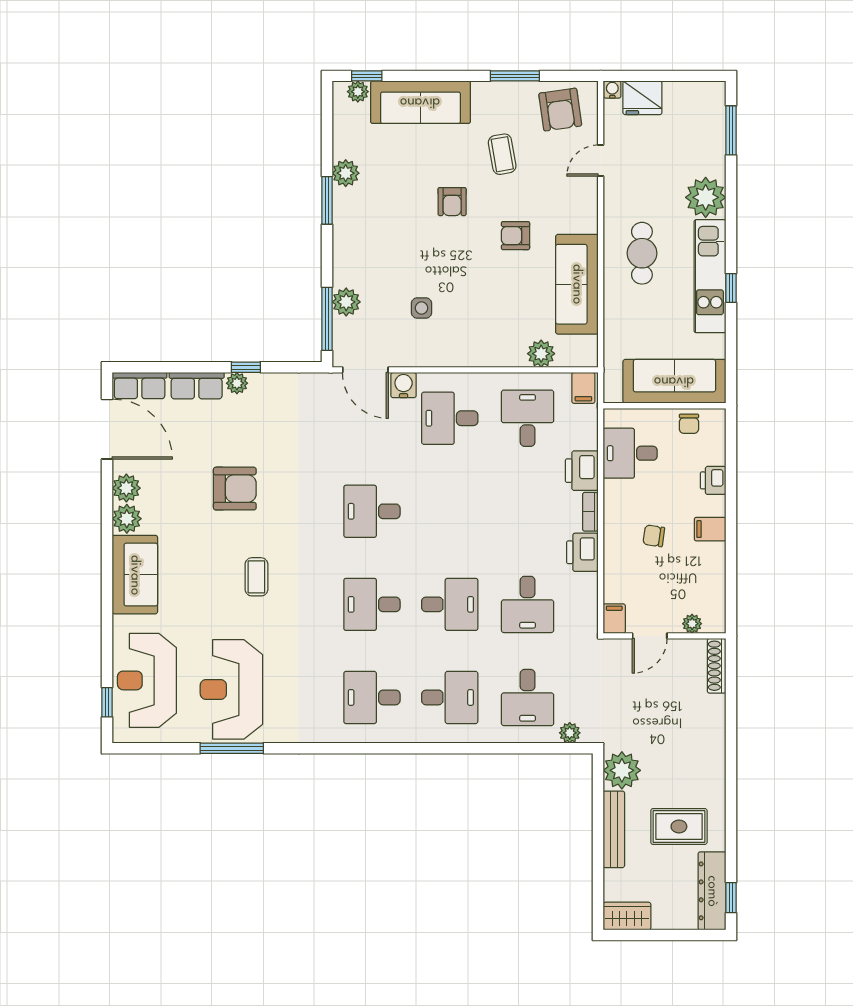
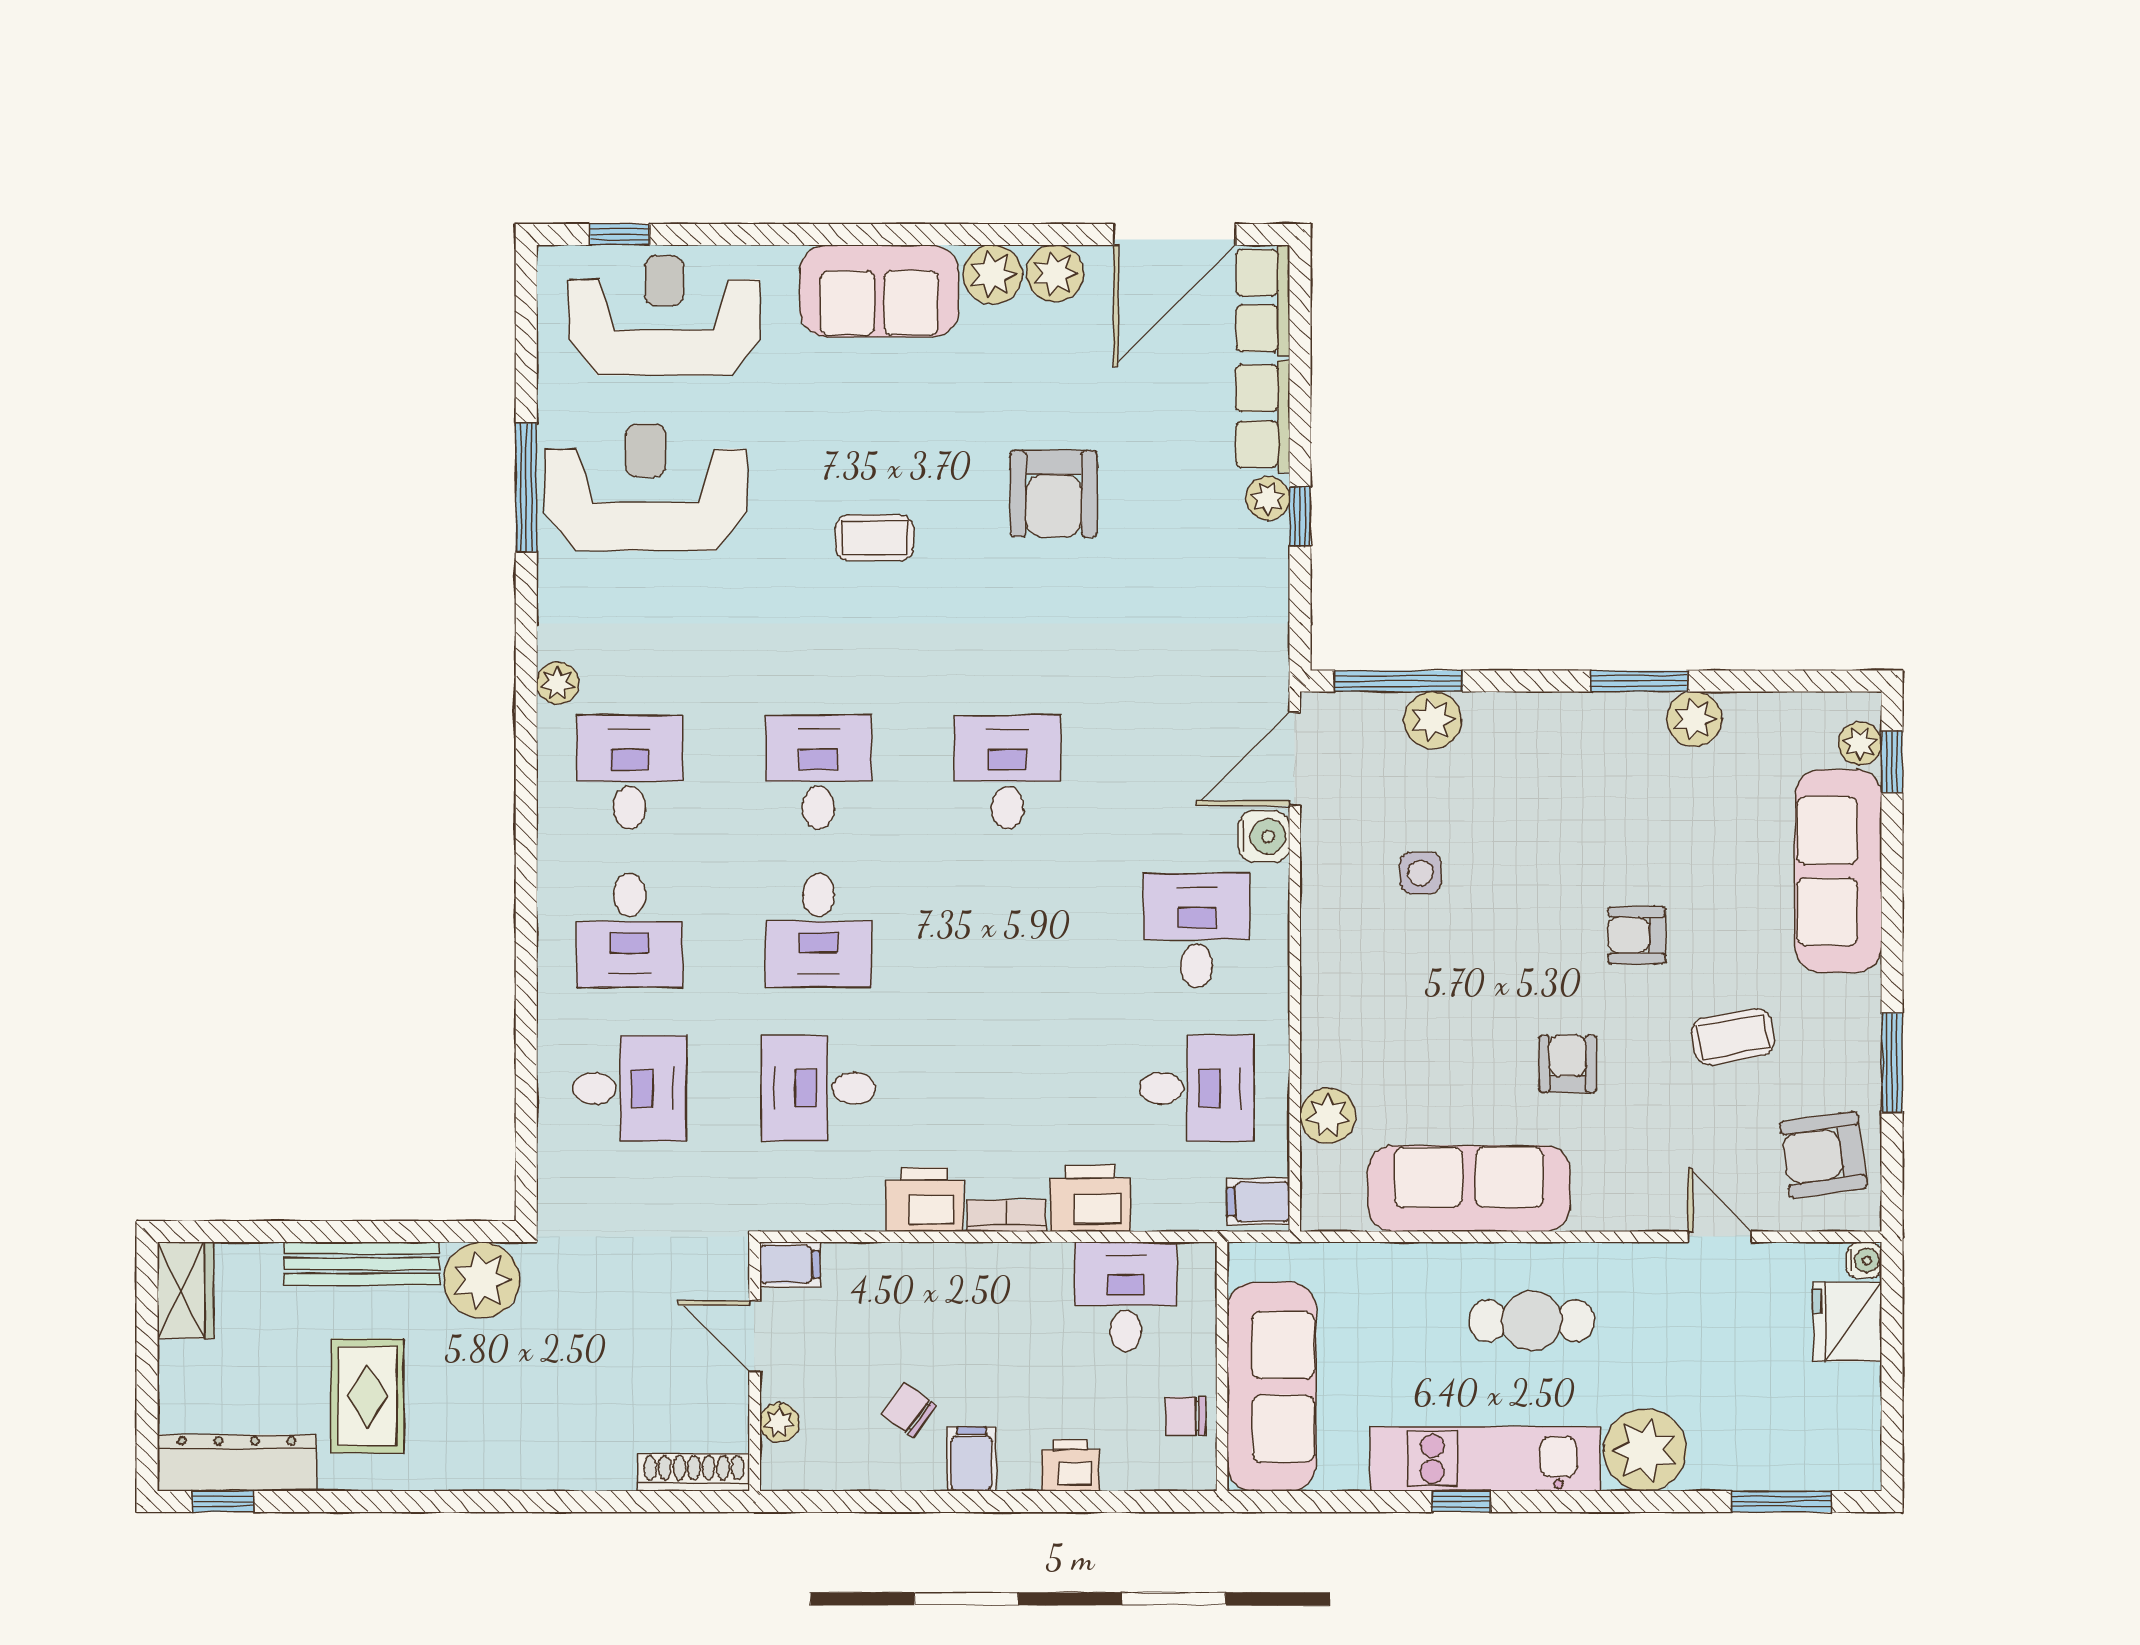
chair: (654, 536) -> (909, 1410), moved, turned -62
desk: (528, 697) -> (630, 1088), turned 180
plant: (570, 733) -> (558, 683), moved

